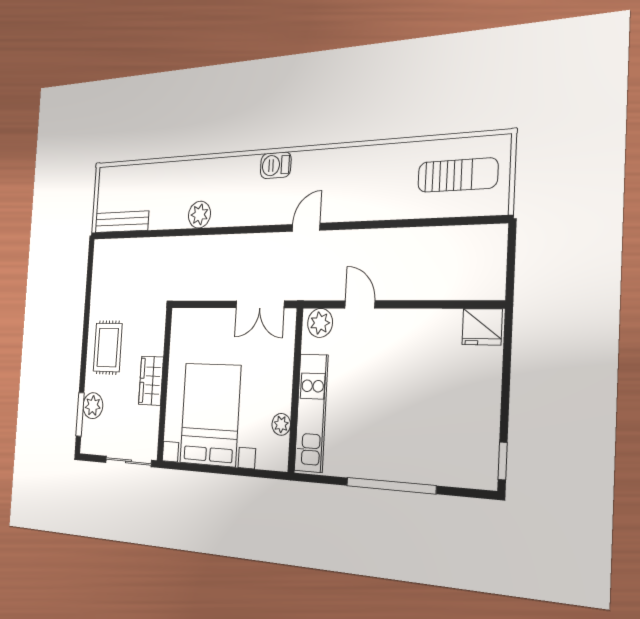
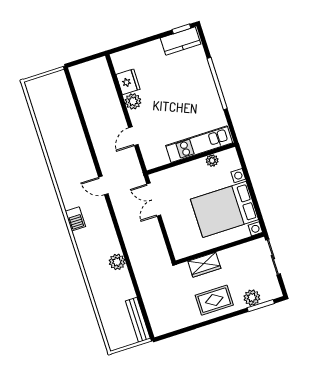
sun lounger: (457, 175) -> (52, 104), removed
double door: (260, 304) -> (154, 200), swing flipped
plant: (320, 323) -> (133, 101), moved
fridge: (482, 327) -> (128, 82), moved
wardrobe: (151, 381) -> (204, 265), moved
kitchen counter: (482, 450) -> (181, 41), added

